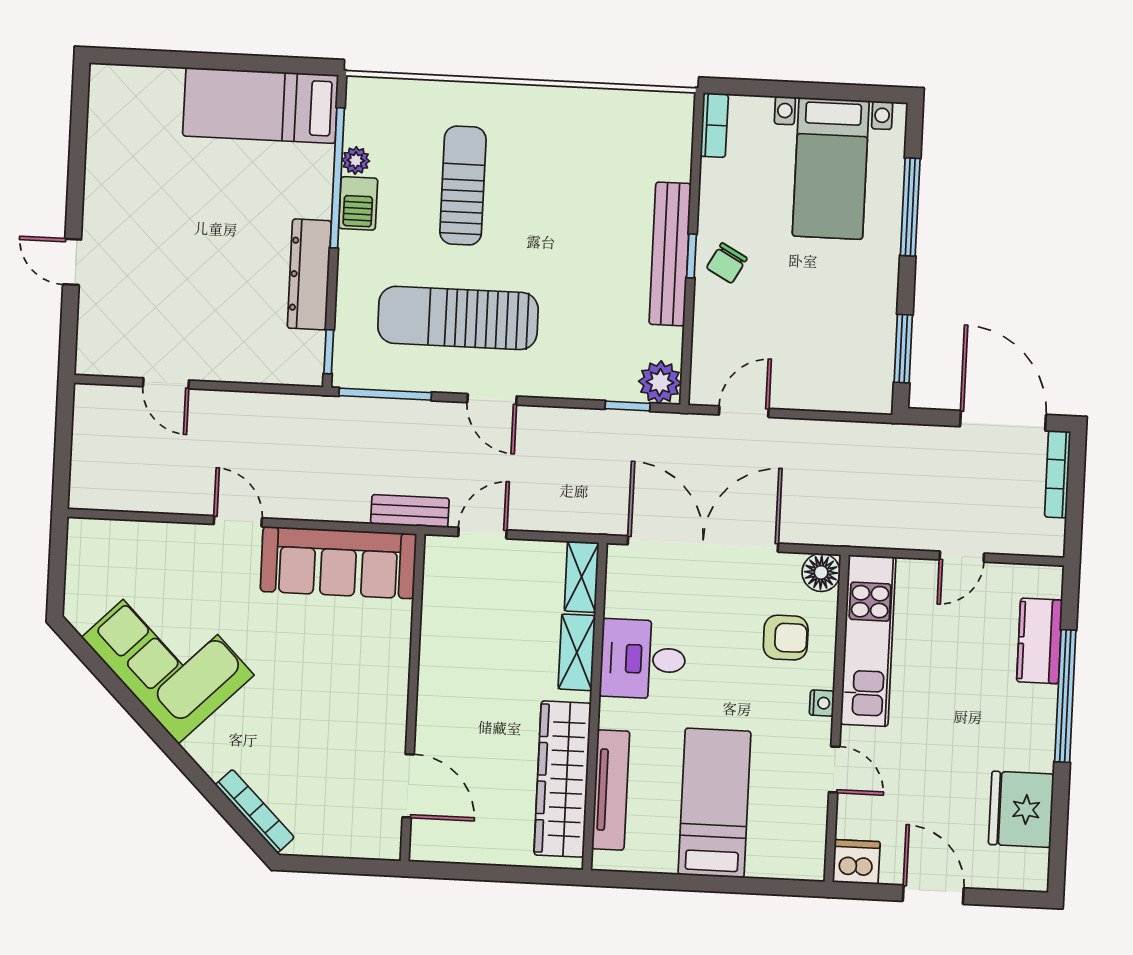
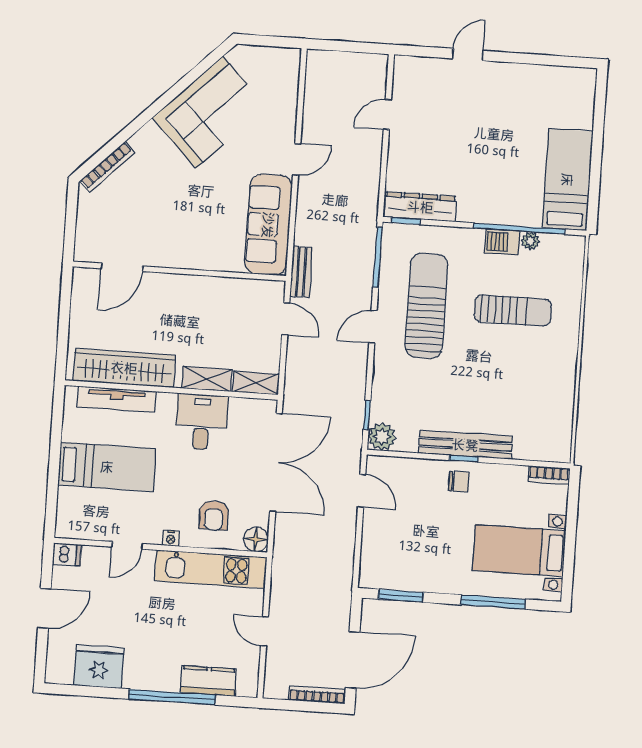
chair: (727, 263) -> (459, 482), turned 151
dresser: (309, 274) -> (420, 207), moved
dishwasher: (856, 862) -> (67, 555), width x0.73

